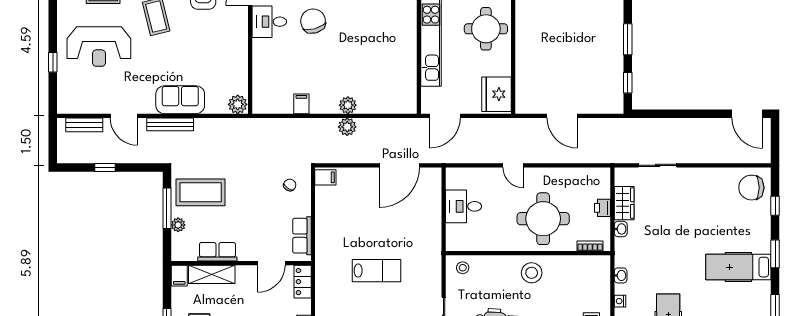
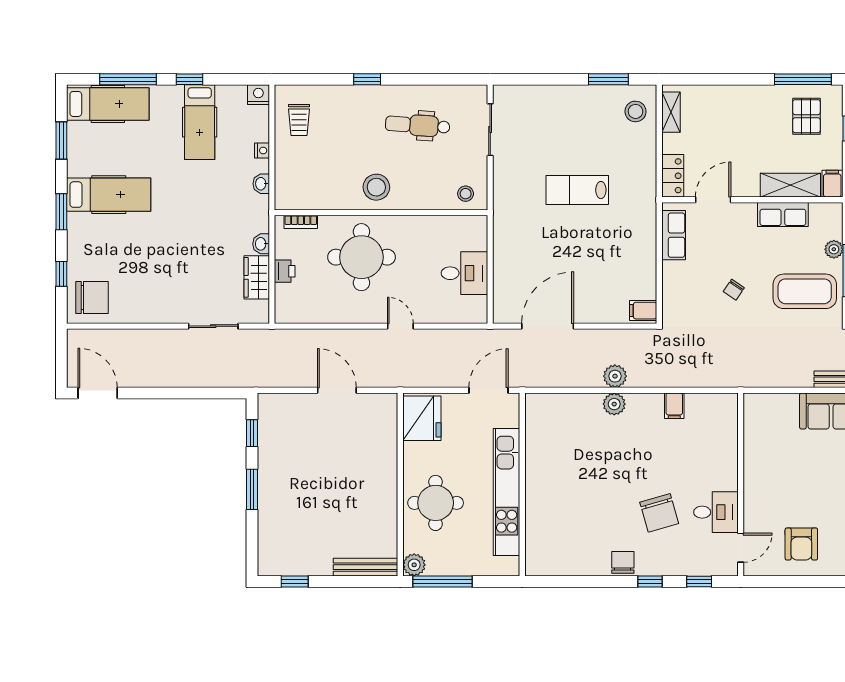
plant: (238, 104) -> (757, 405), removed
chair: (290, 185) -> (734, 290), moved

